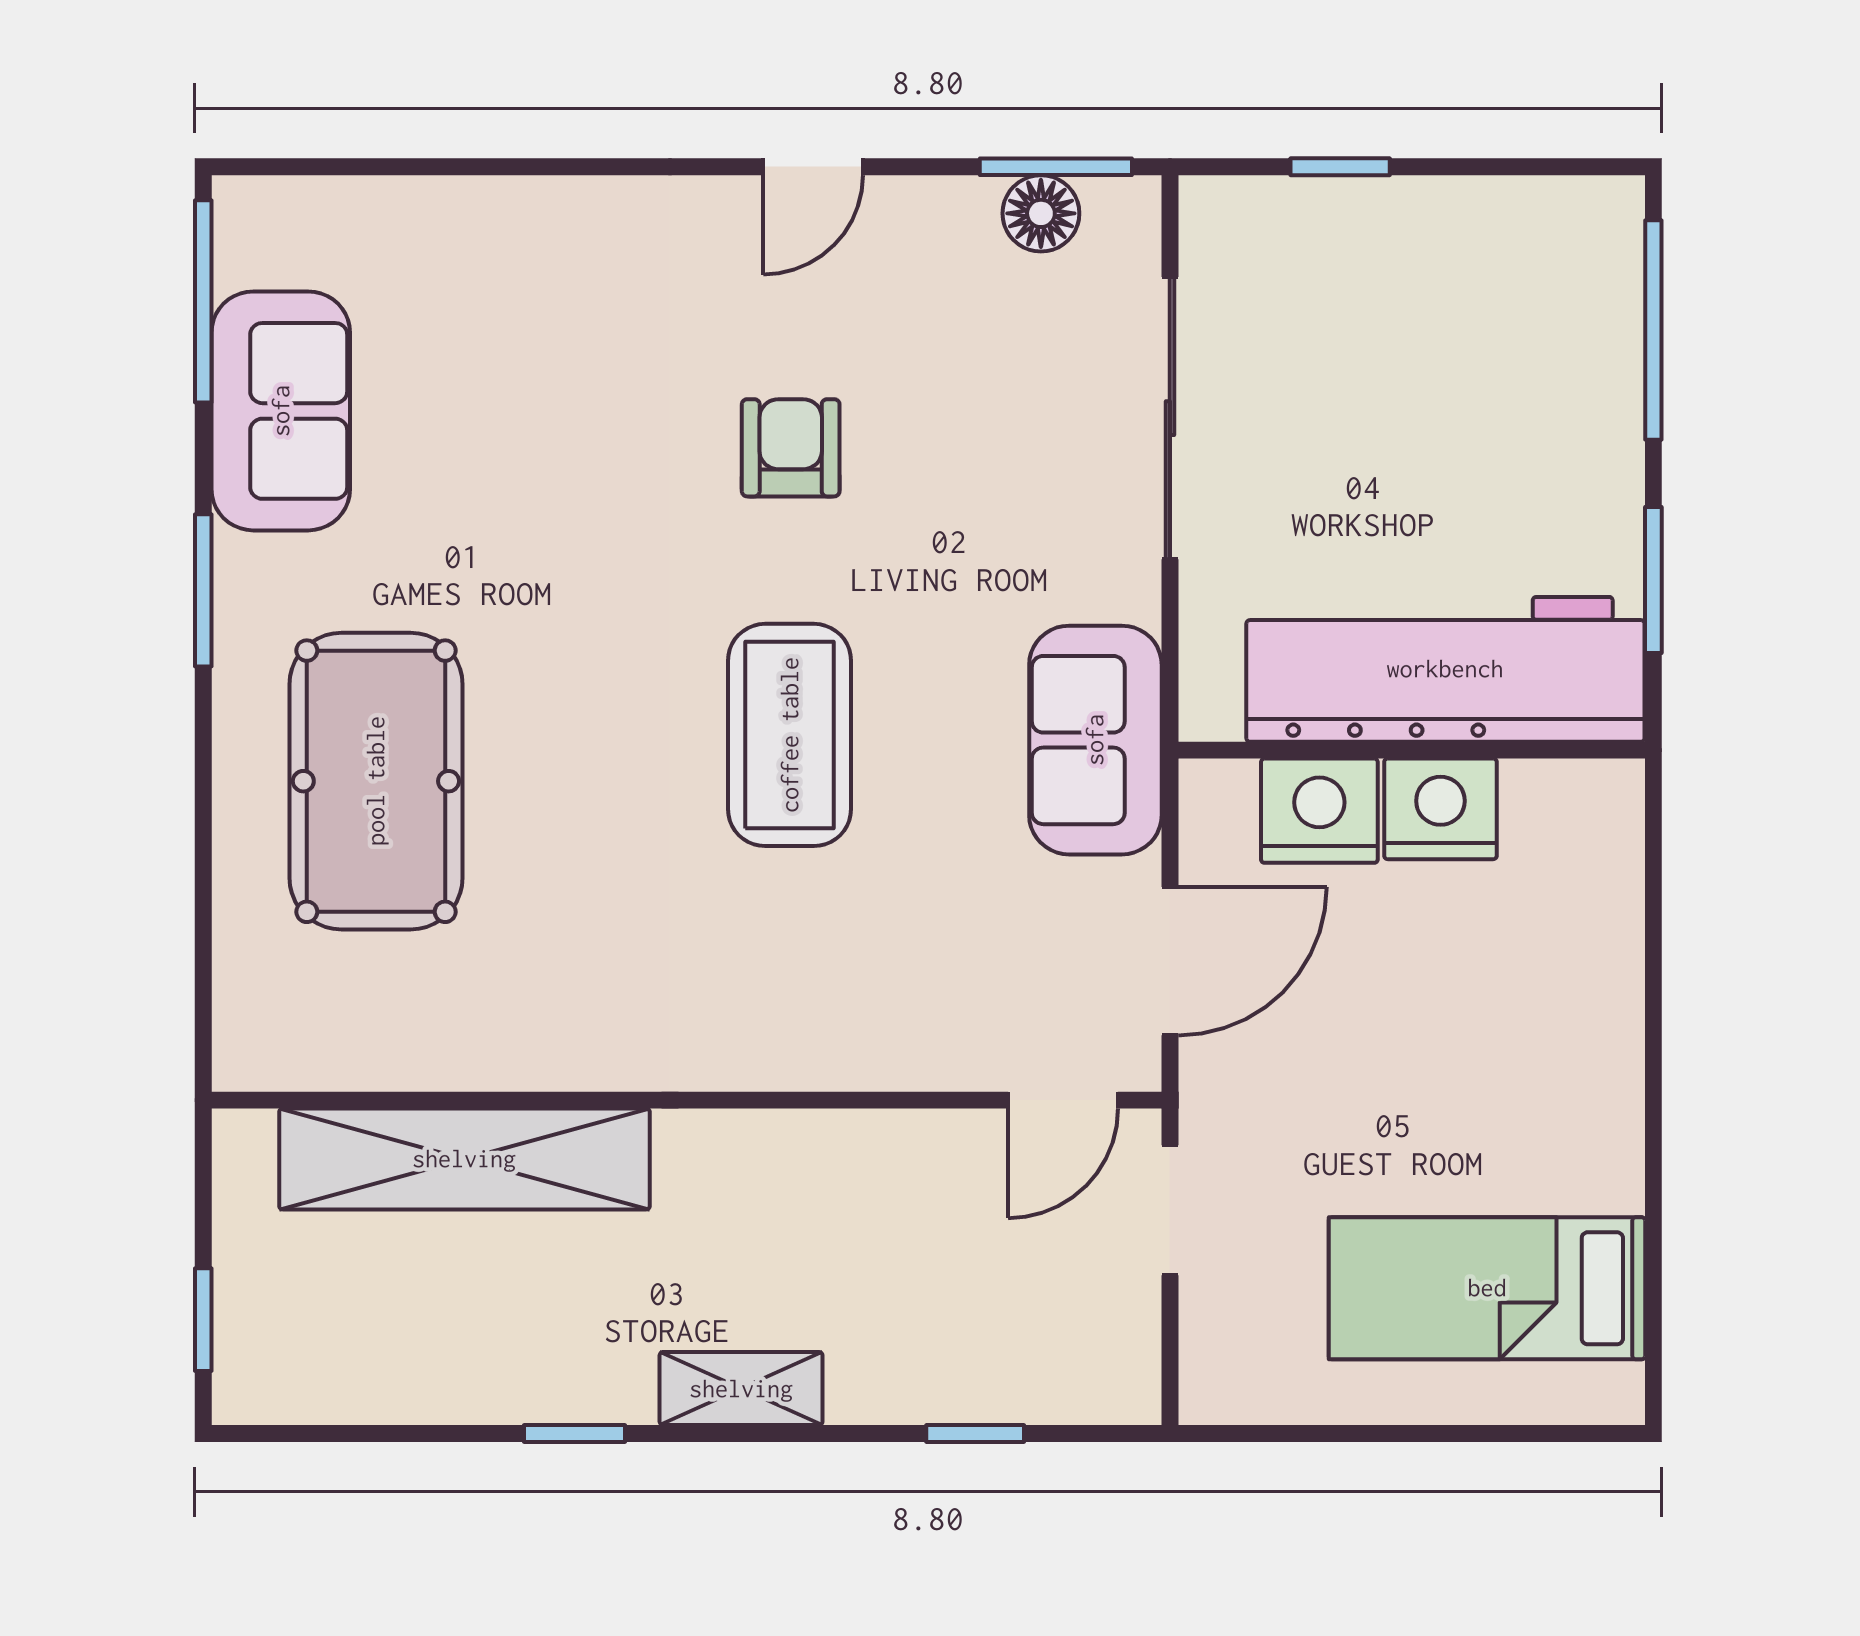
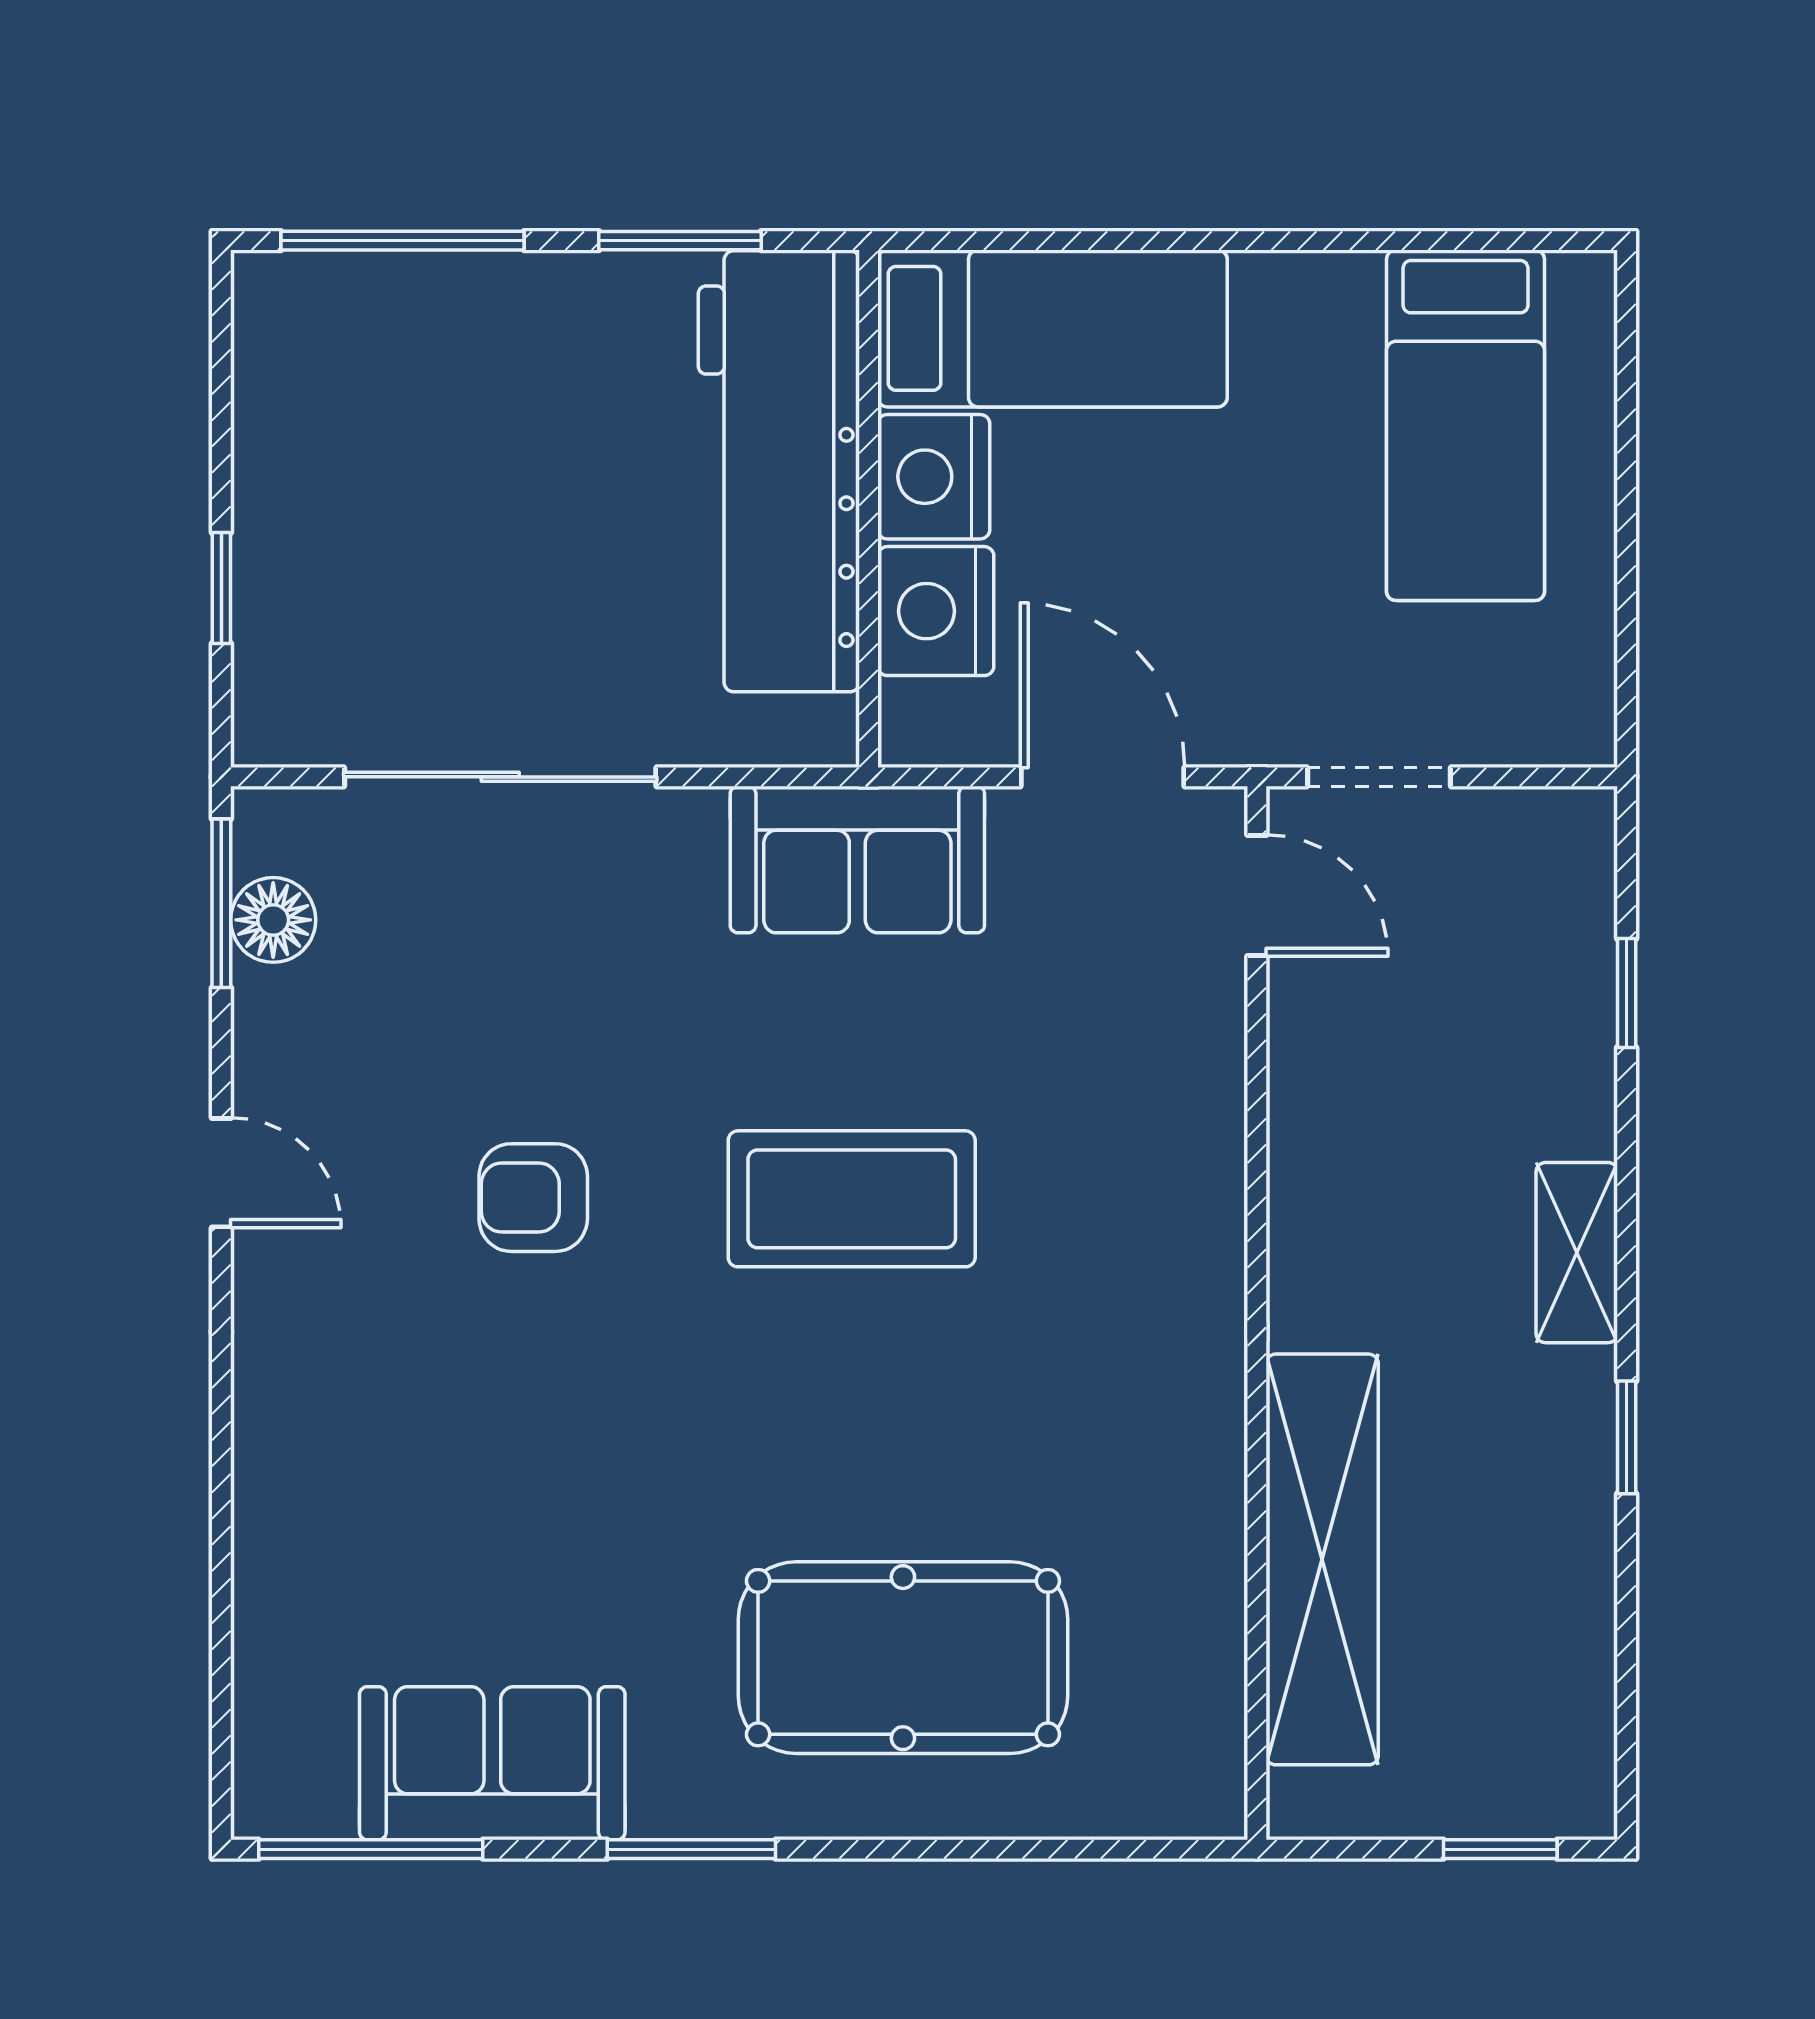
bed: (1574, 916) -> (1052, 328), added

